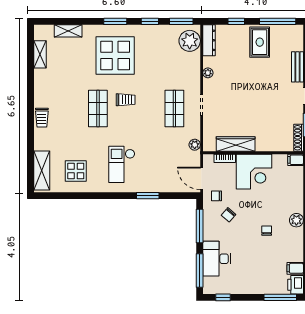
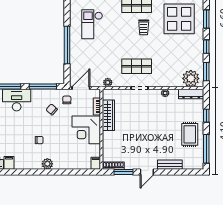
rug: (260, 42) -> (190, 134), turned 90
checkout: (122, 164) -> (92, 24), turned -90
window: (148, 196) -> (67, 45), width x2.11

